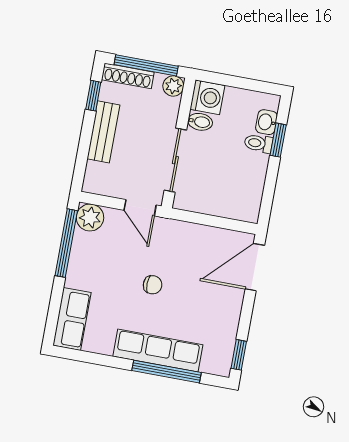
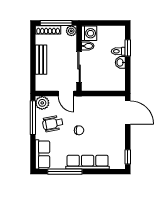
window: (93, 96) -> (33, 43), removed
washbasin: (266, 122) -> (120, 62), moved
wheelchair: (103, 262) -> (53, 124), added
door: (255, 267) -> (128, 112), swing flipped
window: (166, 372) -> (65, 172), moved

